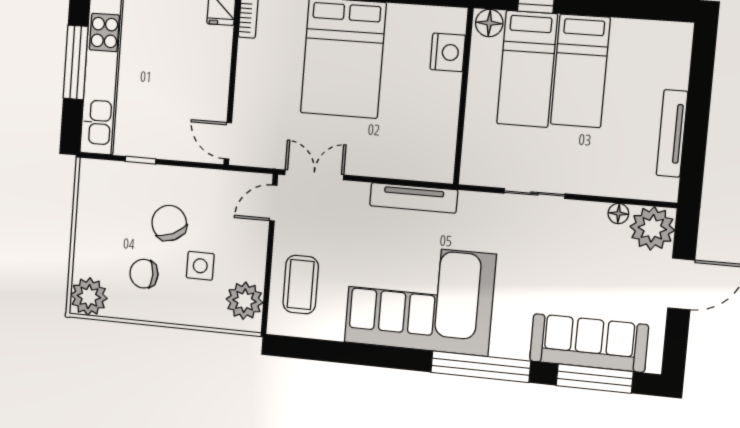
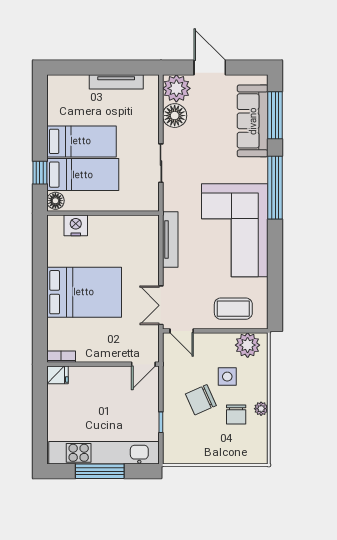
floor lamp: (618, 214) -> (175, 116), width x1.89, depth x1.89
plant: (89, 297) -> (261, 409), moved, width x0.53, depth x0.53

